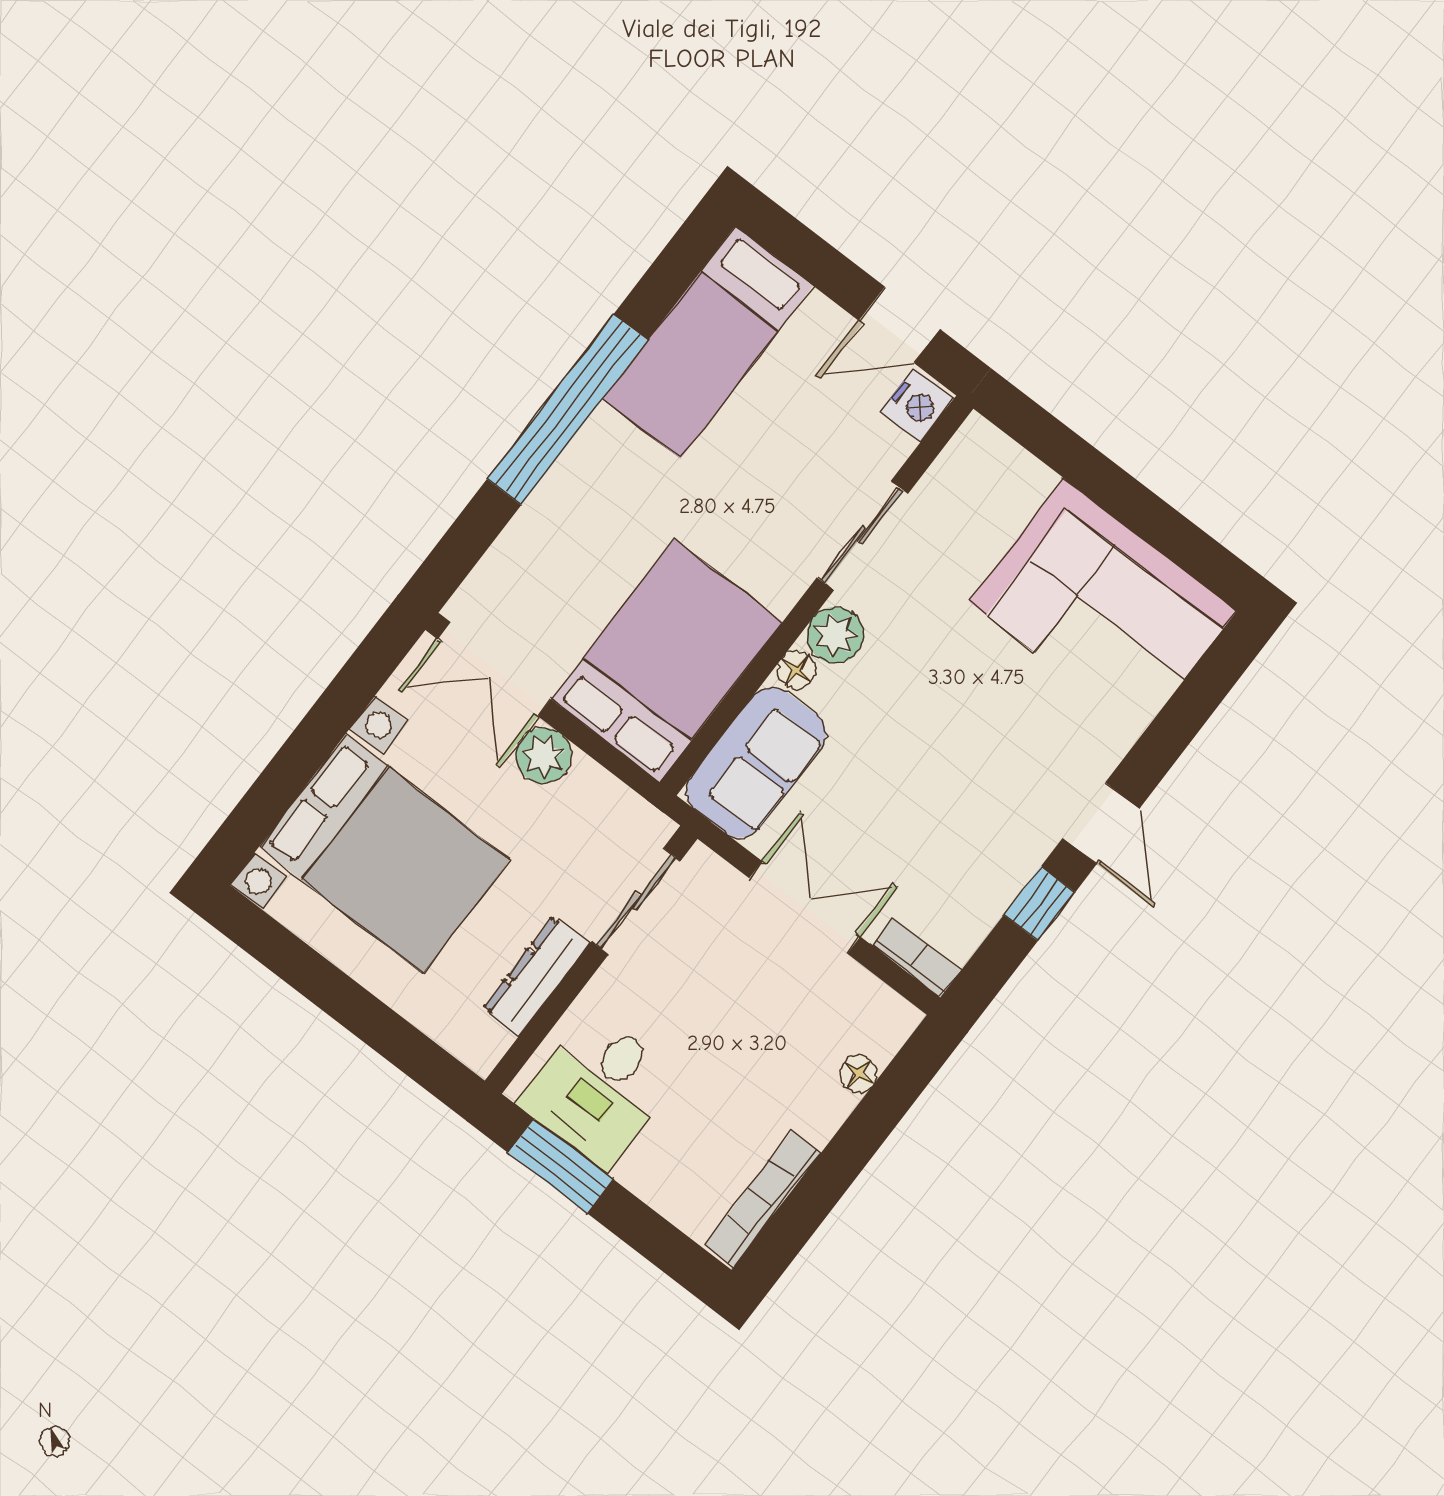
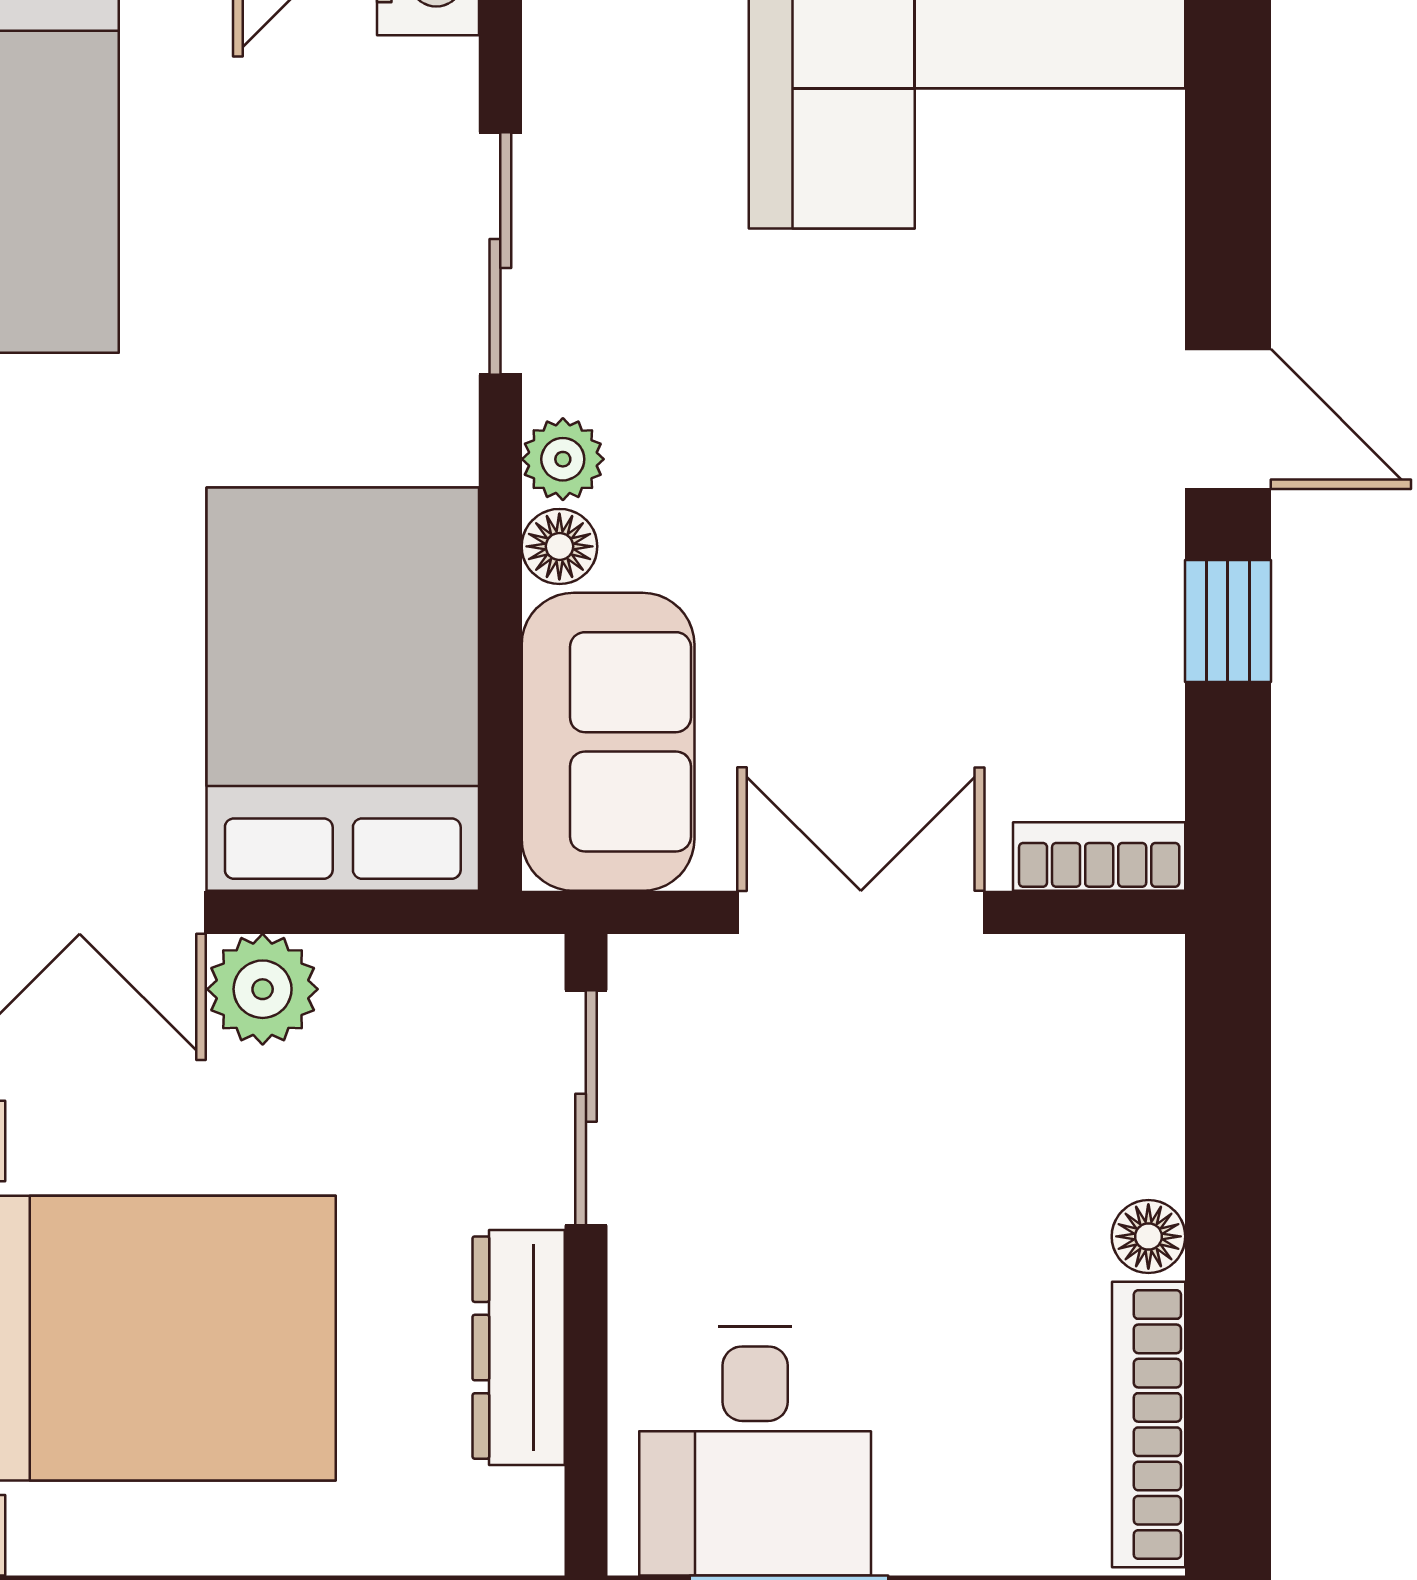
plant: (835, 635) -> (563, 459), width x0.73, depth x0.73
floor lamp: (859, 1074) -> (1148, 1236), moved

